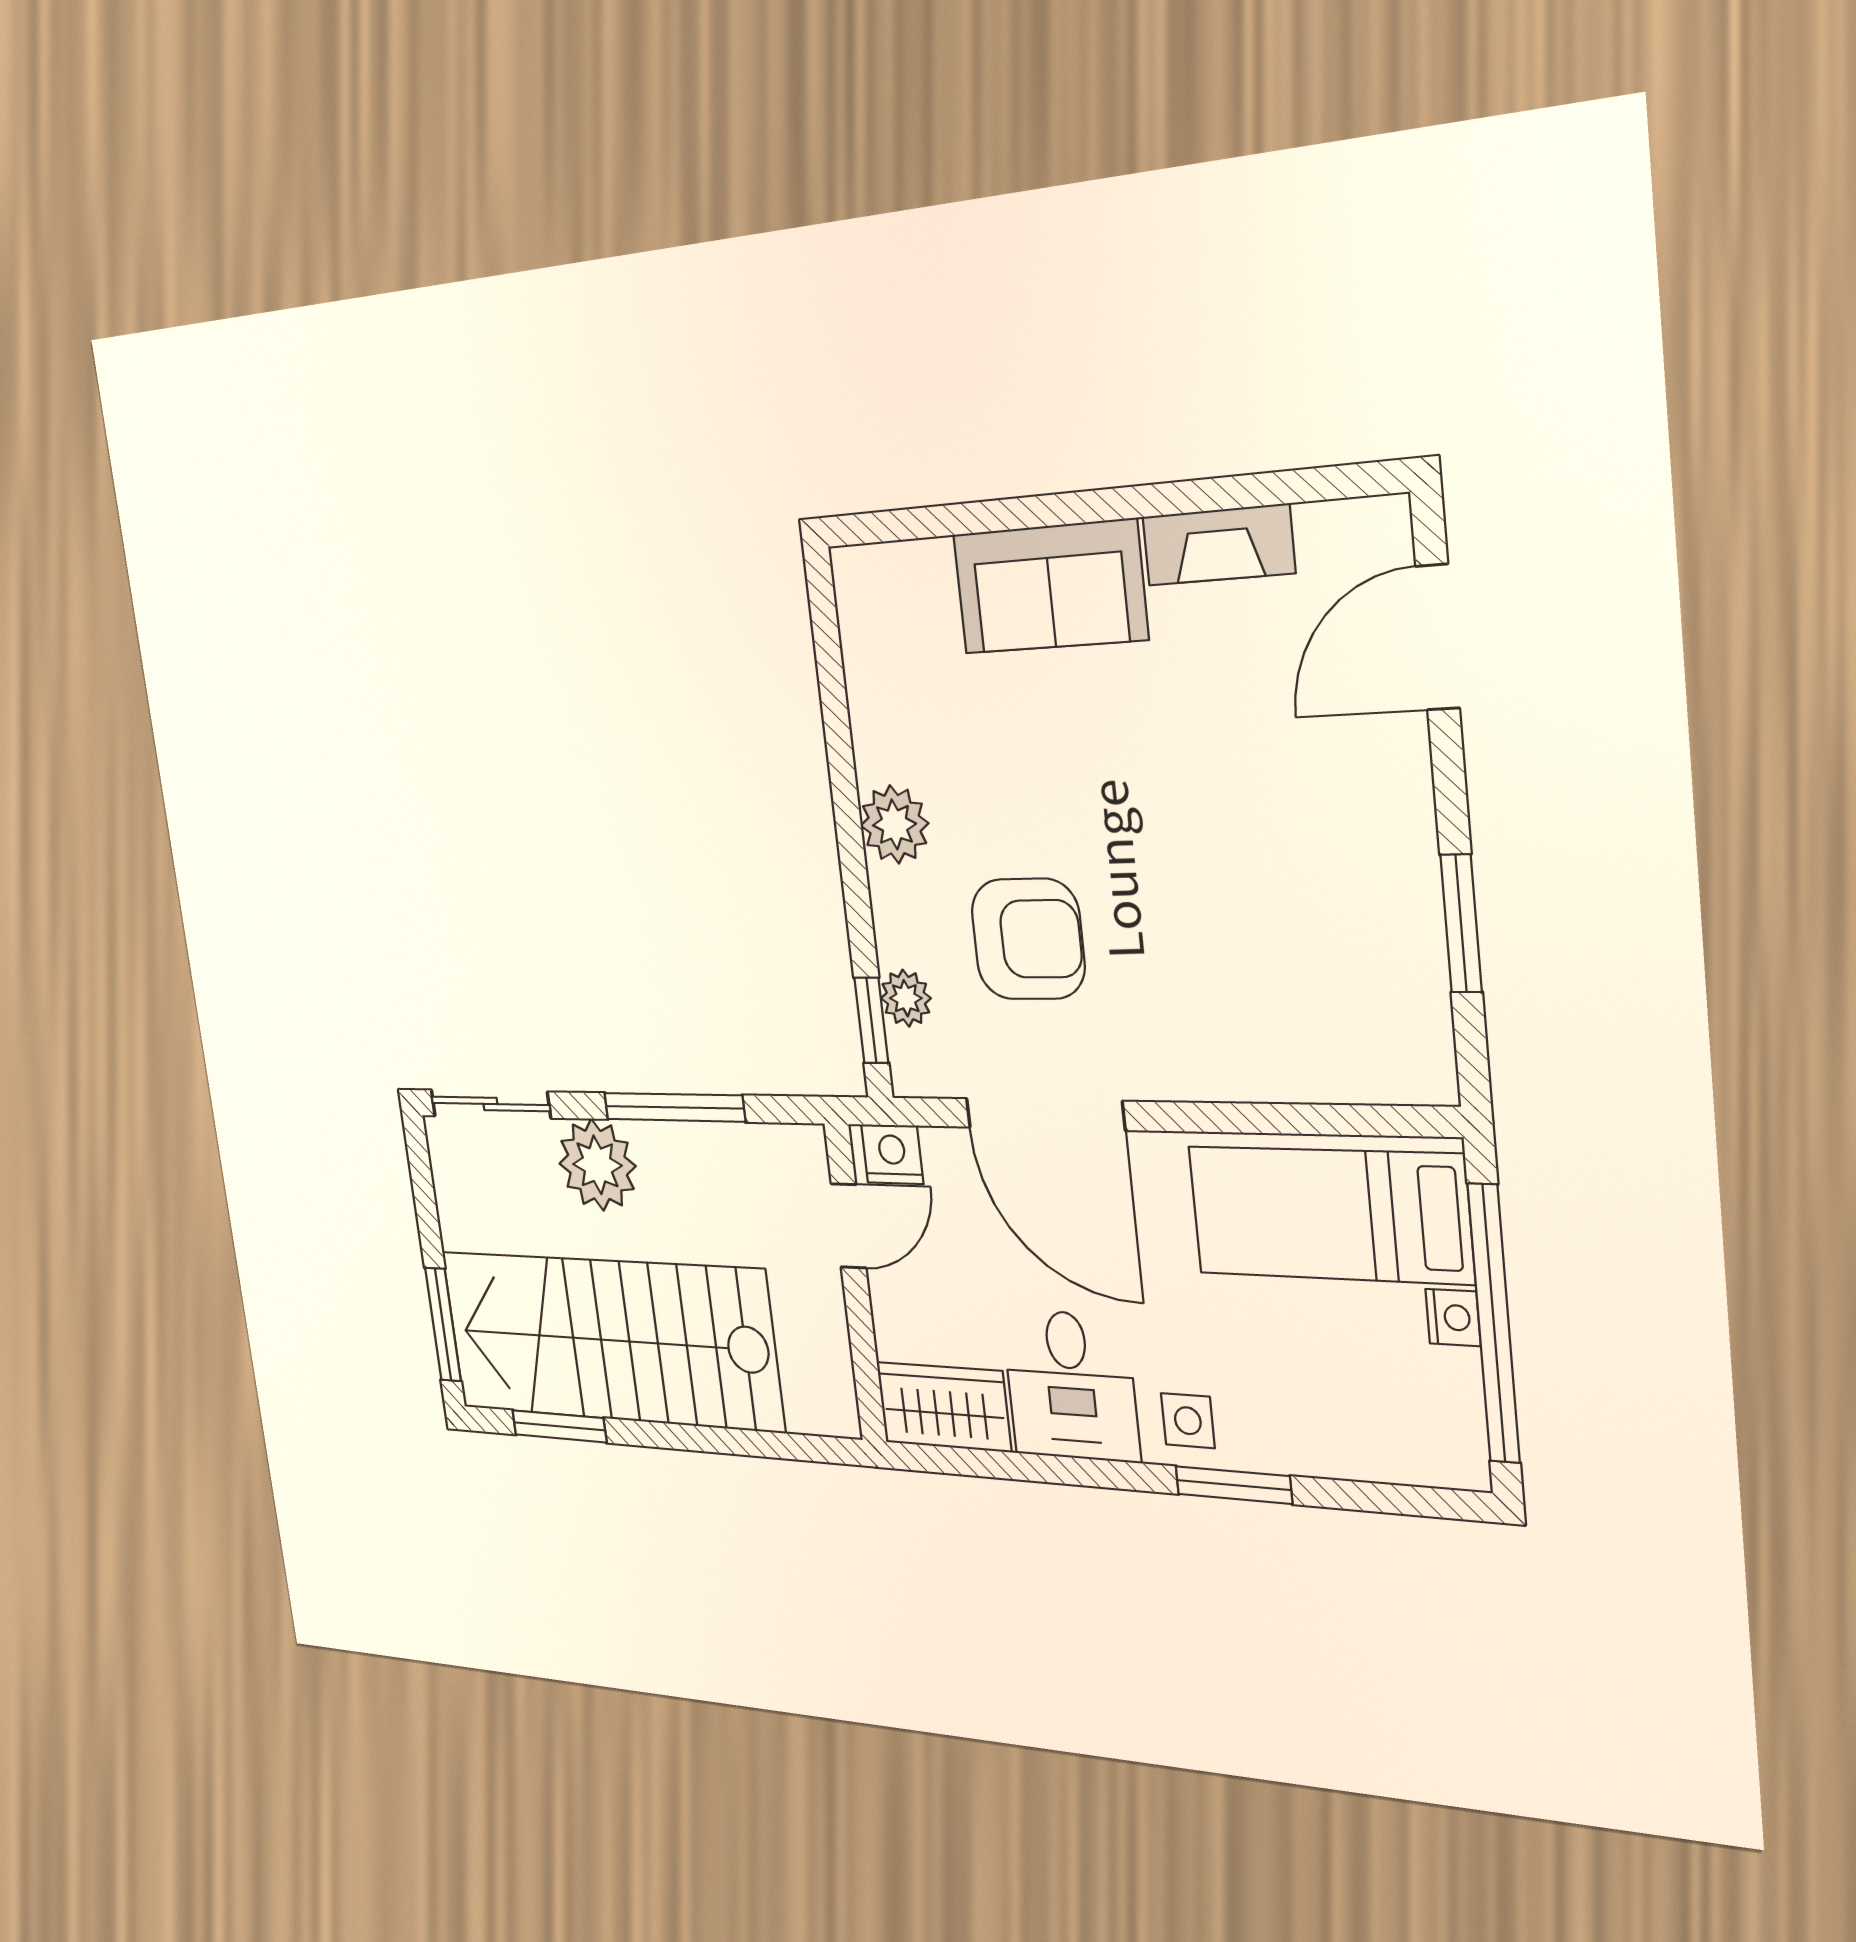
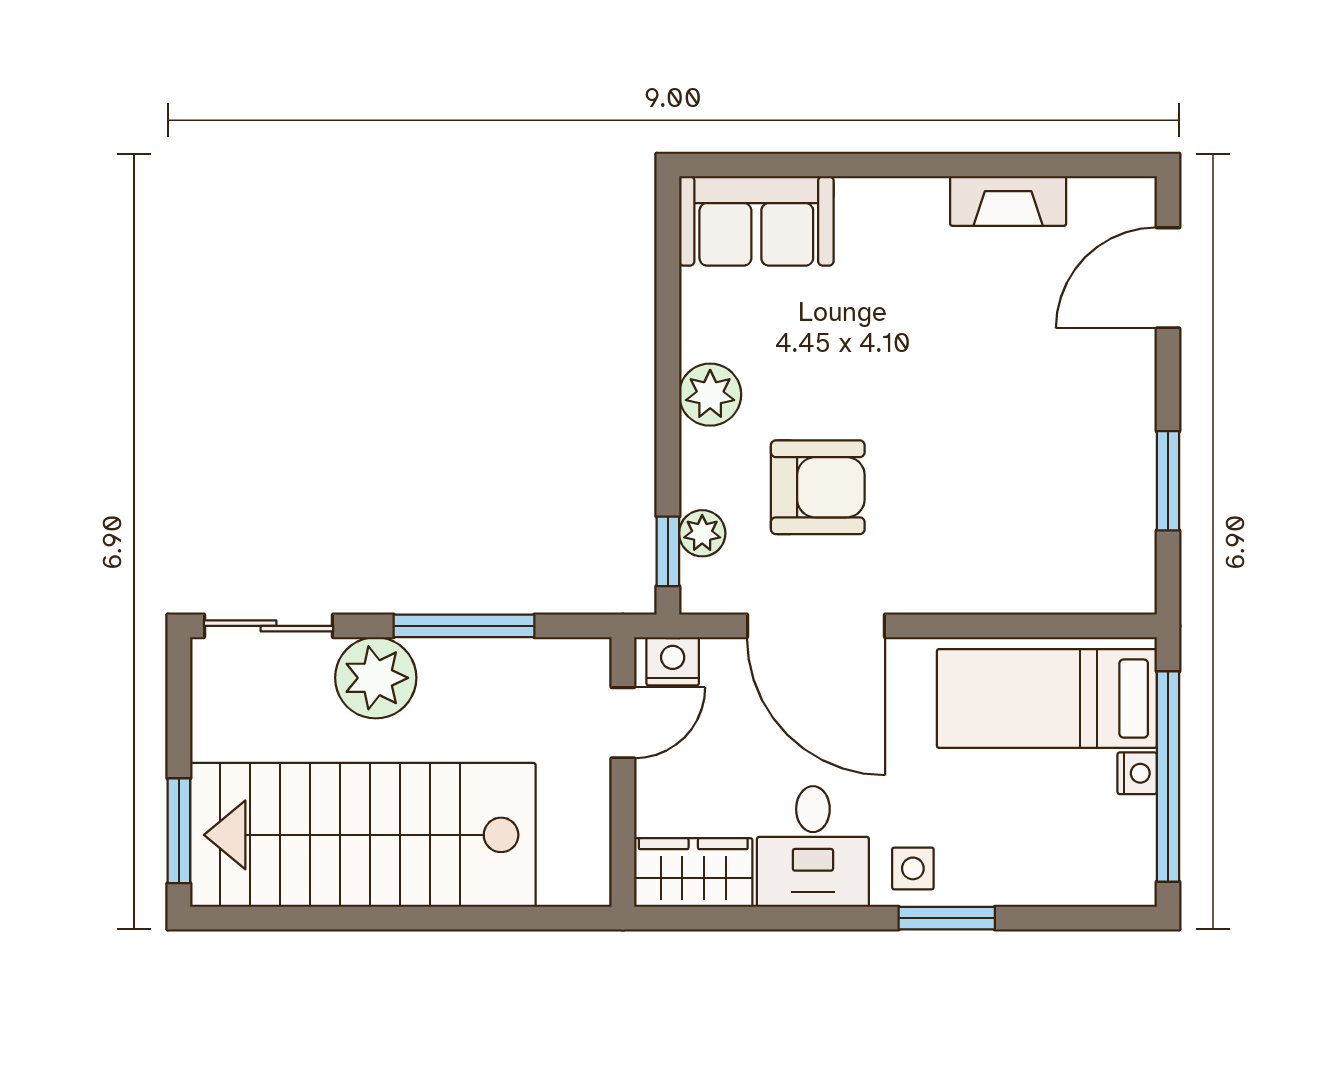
sofa: (1050, 587) -> (756, 221), moved
window: (559, 1426) -> (295, 918), removed

